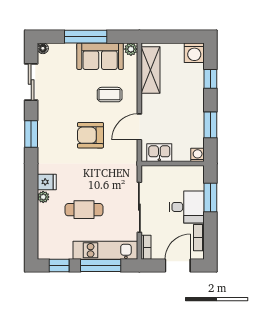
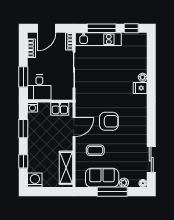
plant: (131, 49) -> (124, 183), moved
window: (31, 134) -> (151, 122), removed
desk: (187, 207) -> (39, 87), moved, turned -90
cafe table: (84, 210) -> (113, 68), removed

